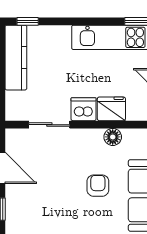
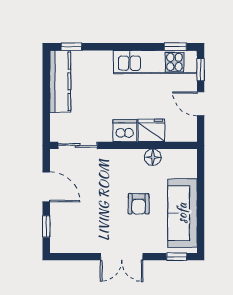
sliding door: (49, 125) -> (78, 145), moved
armchair: (98, 186) -> (139, 204), turned 180

